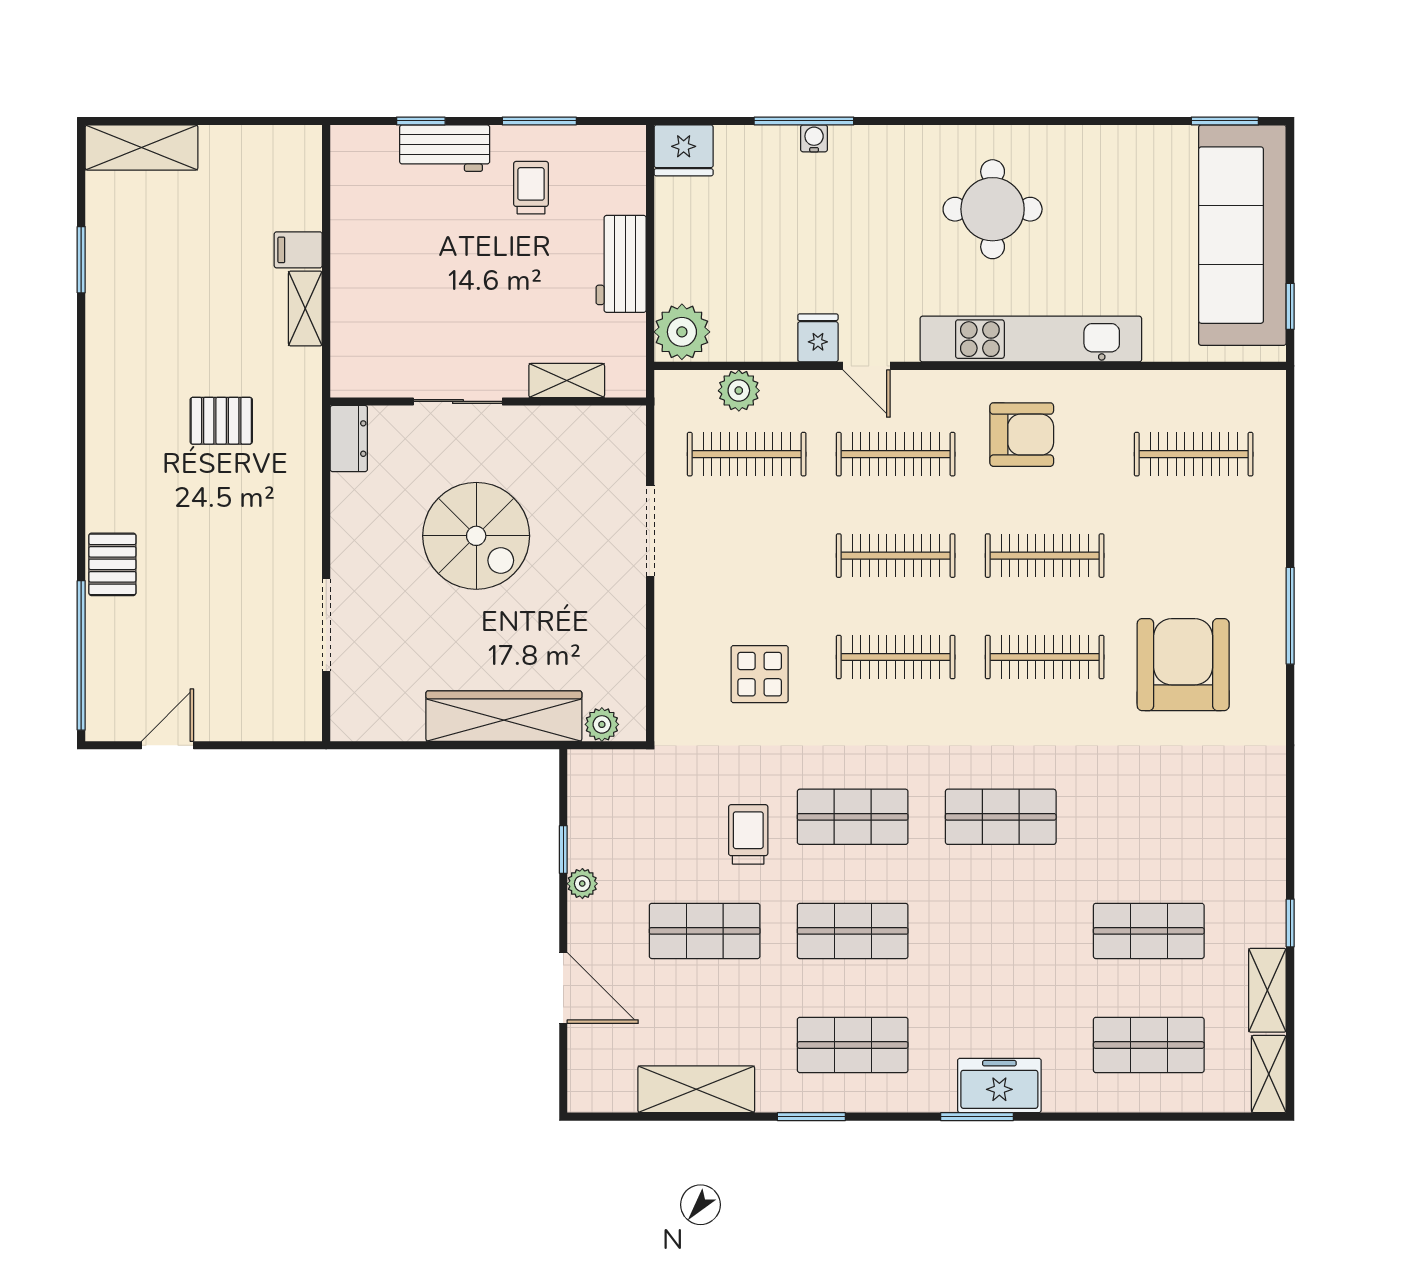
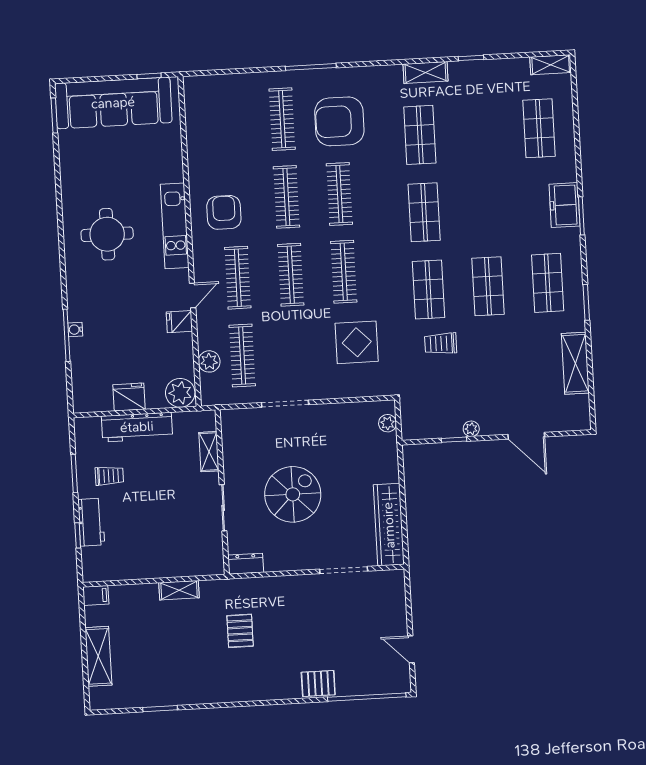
shelving: (142, 147) -> (98, 656), moved
fridge: (684, 150) -> (129, 397), moved, turned -90
trolley: (531, 188) -> (109, 476), turned 180
filing cabinet: (298, 250) -> (96, 595), moved, turned -90
workbench: (621, 264) -> (137, 427), width x1.38
kitchen unit: (1031, 339) -> (175, 226), width x0.73
clothes rail: (1194, 454) -> (282, 119), moved
display table: (760, 674) -> (357, 342), width x1.36, depth x1.36
wardrobe: (504, 716) -> (389, 525), moved
shop shelf: (705, 931) -> (492, 363), removed
shop shelf: (1149, 931) -> (420, 135), moved
door: (563, 988) -> (526, 436), swing flipped
shelving: (1267, 990) -> (425, 72), moved

